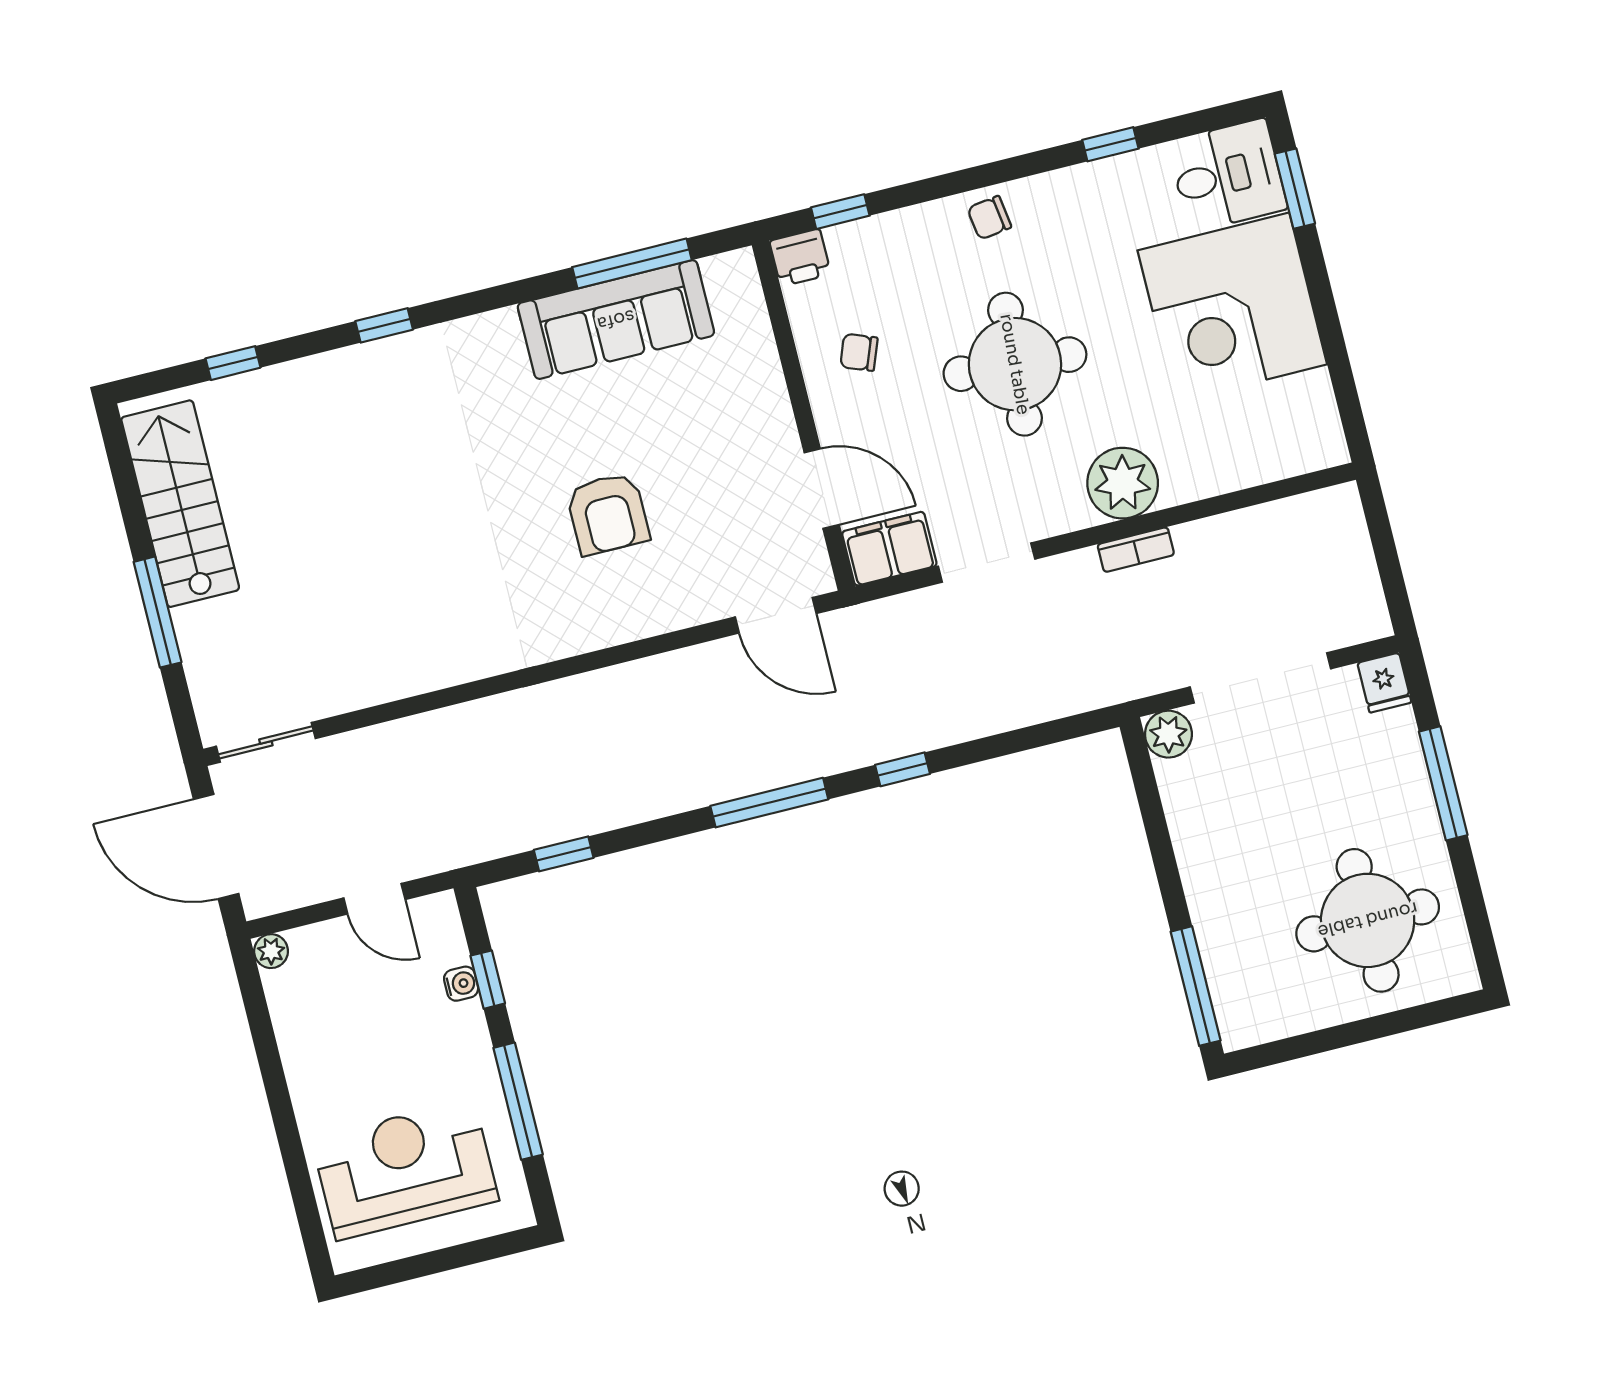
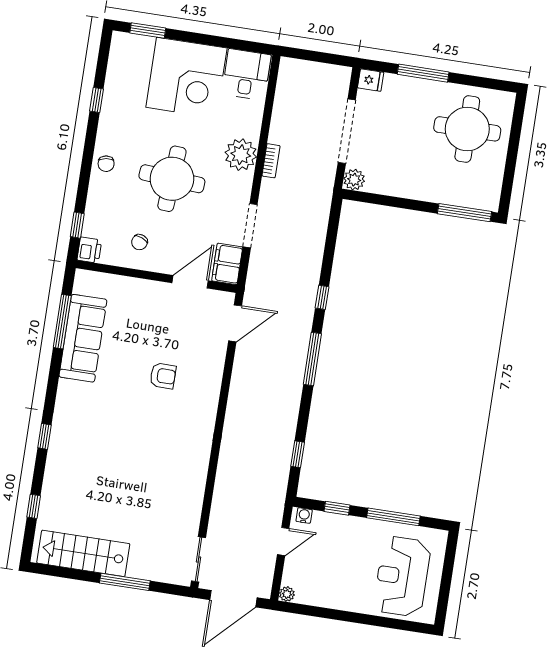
desk: (1227, 175) -> (246, 74), moved
armchair: (608, 514) -> (163, 376), width x0.72, depth x0.72
water cooler: (461, 984) -> (304, 516), moved

